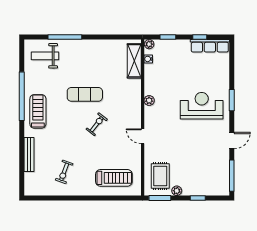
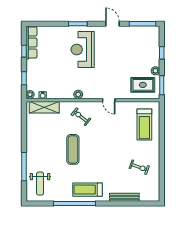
exercise bike: (97, 124) -> (81, 117), moved
door: (143, 136) -> (109, 100), hinge flipped
treadmill: (114, 178) -> (144, 125), turned 180

